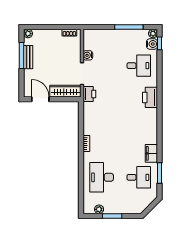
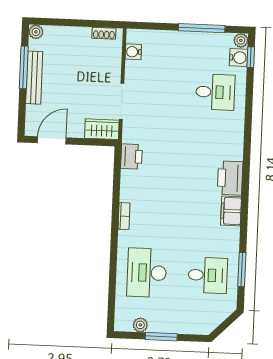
water cooler: (88, 55) -> (133, 52), moved
bench: (28, 57) -> (34, 78), width x1.36
wardrobe: (65, 91) -> (102, 129), width x0.67
printer: (89, 94) -> (131, 156), moved
printer: (150, 97) -> (230, 178), moved
door: (40, 99) -> (52, 140), hinge flipped
filing cabinet: (151, 153) -> (231, 211), moved

